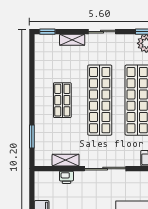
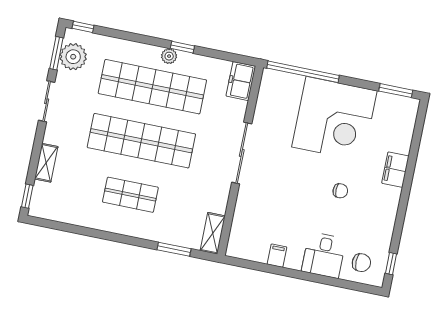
sliding door: (102, 32) -> (47, 101), moved
shelving: (66, 160) -> (213, 233), moved
printer: (66, 177) -> (243, 211), removed

